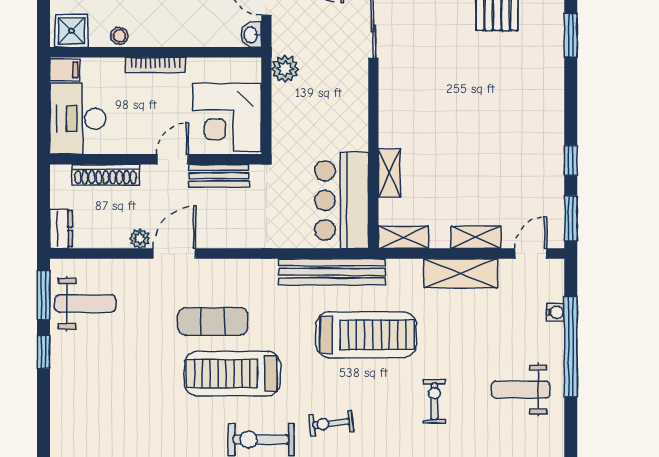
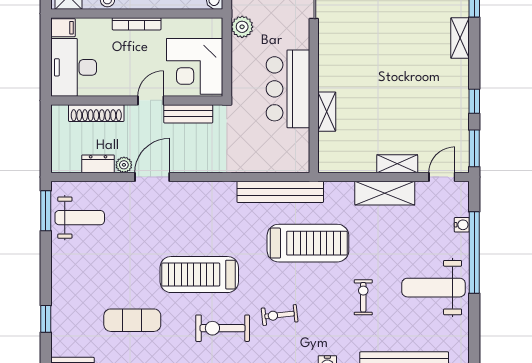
bar counter: (342, 200) -> (288, 89), moved
dresser: (61, 229) -> (98, 164), moved, turned -90
shelving: (404, 237) -> (460, 38), moved, turned 90
exercise mat: (213, 321) -> (132, 320), moved
window: (43, 352) -> (46, 319), moved
weight bench: (521, 390) -> (434, 288), width x1.36, depth x1.33

